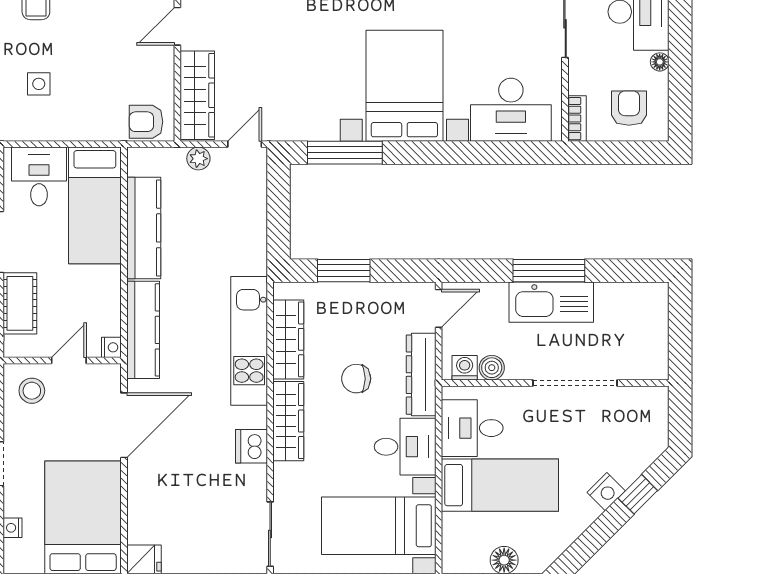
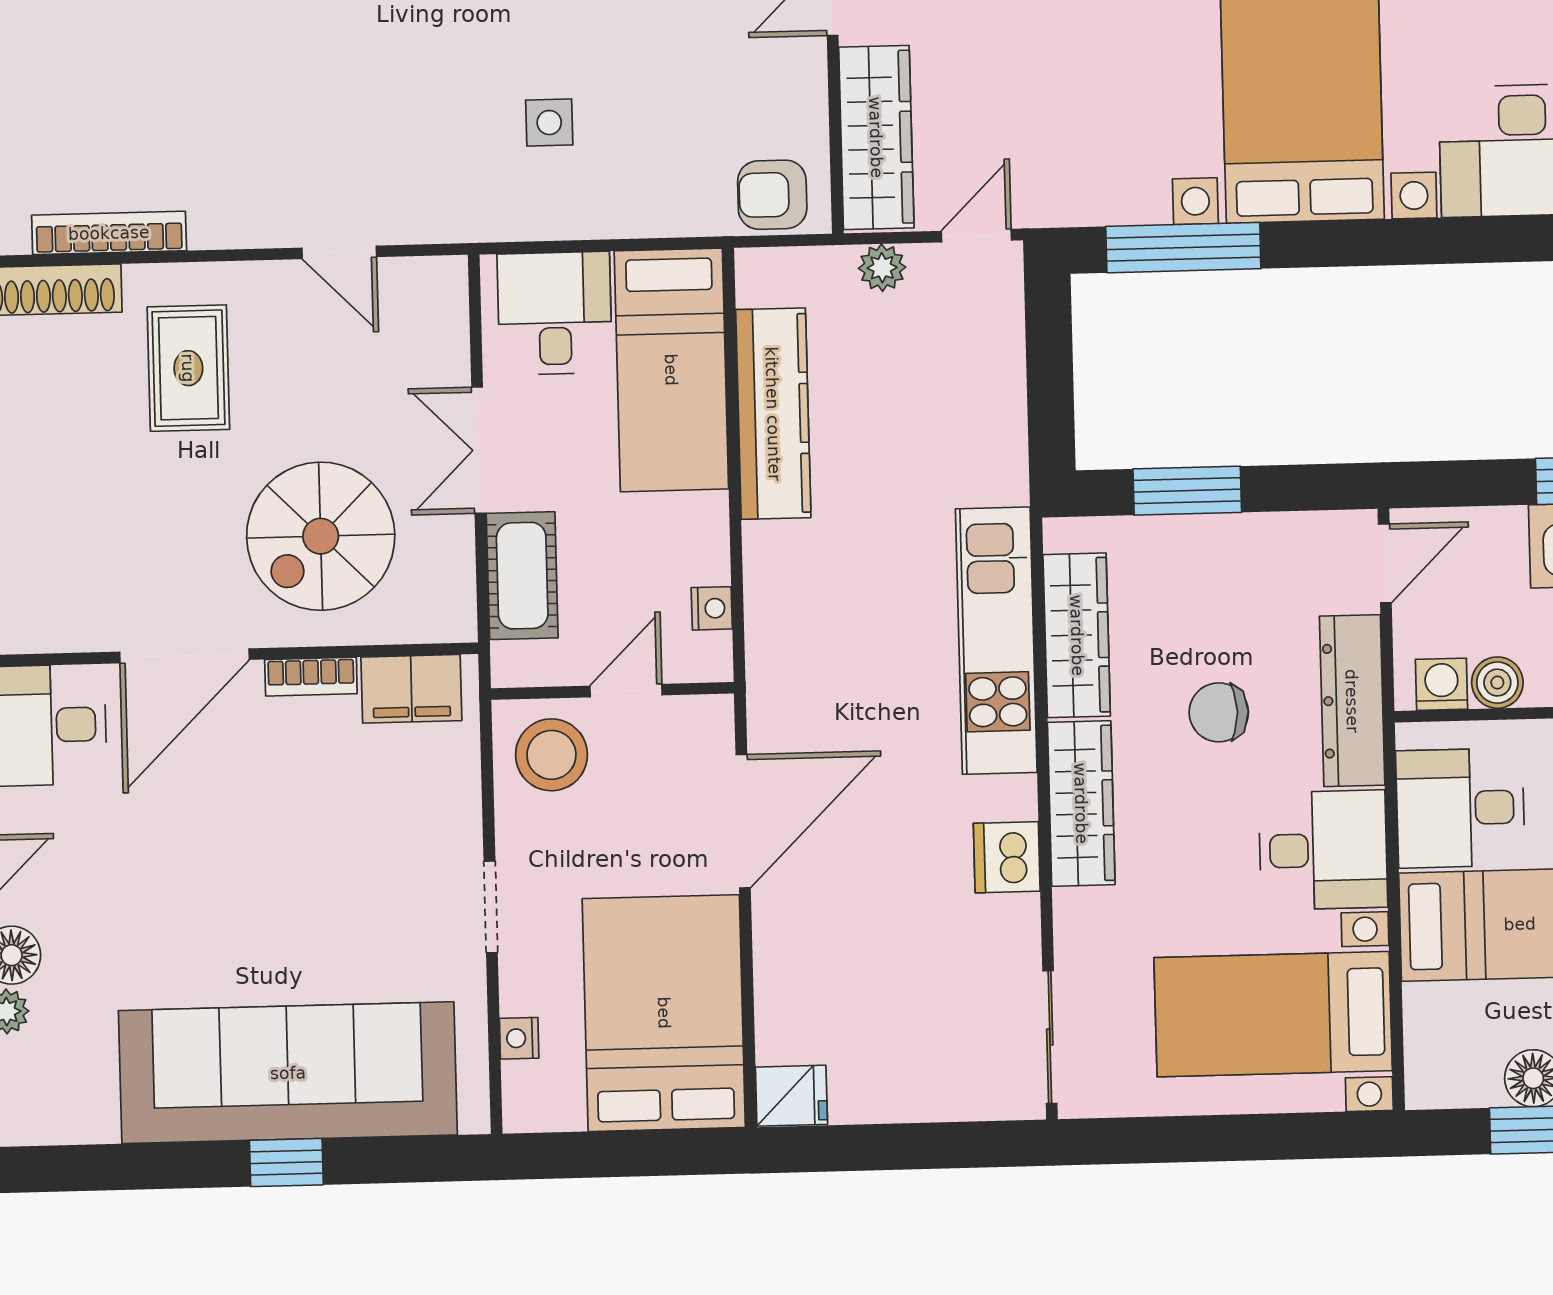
kitchen counter: (143, 330) -> (777, 624), removed
nightstand: (111, 347) -> (712, 608), moved
stool: (32, 391) -> (551, 755), width x1.38, depth x1.38

